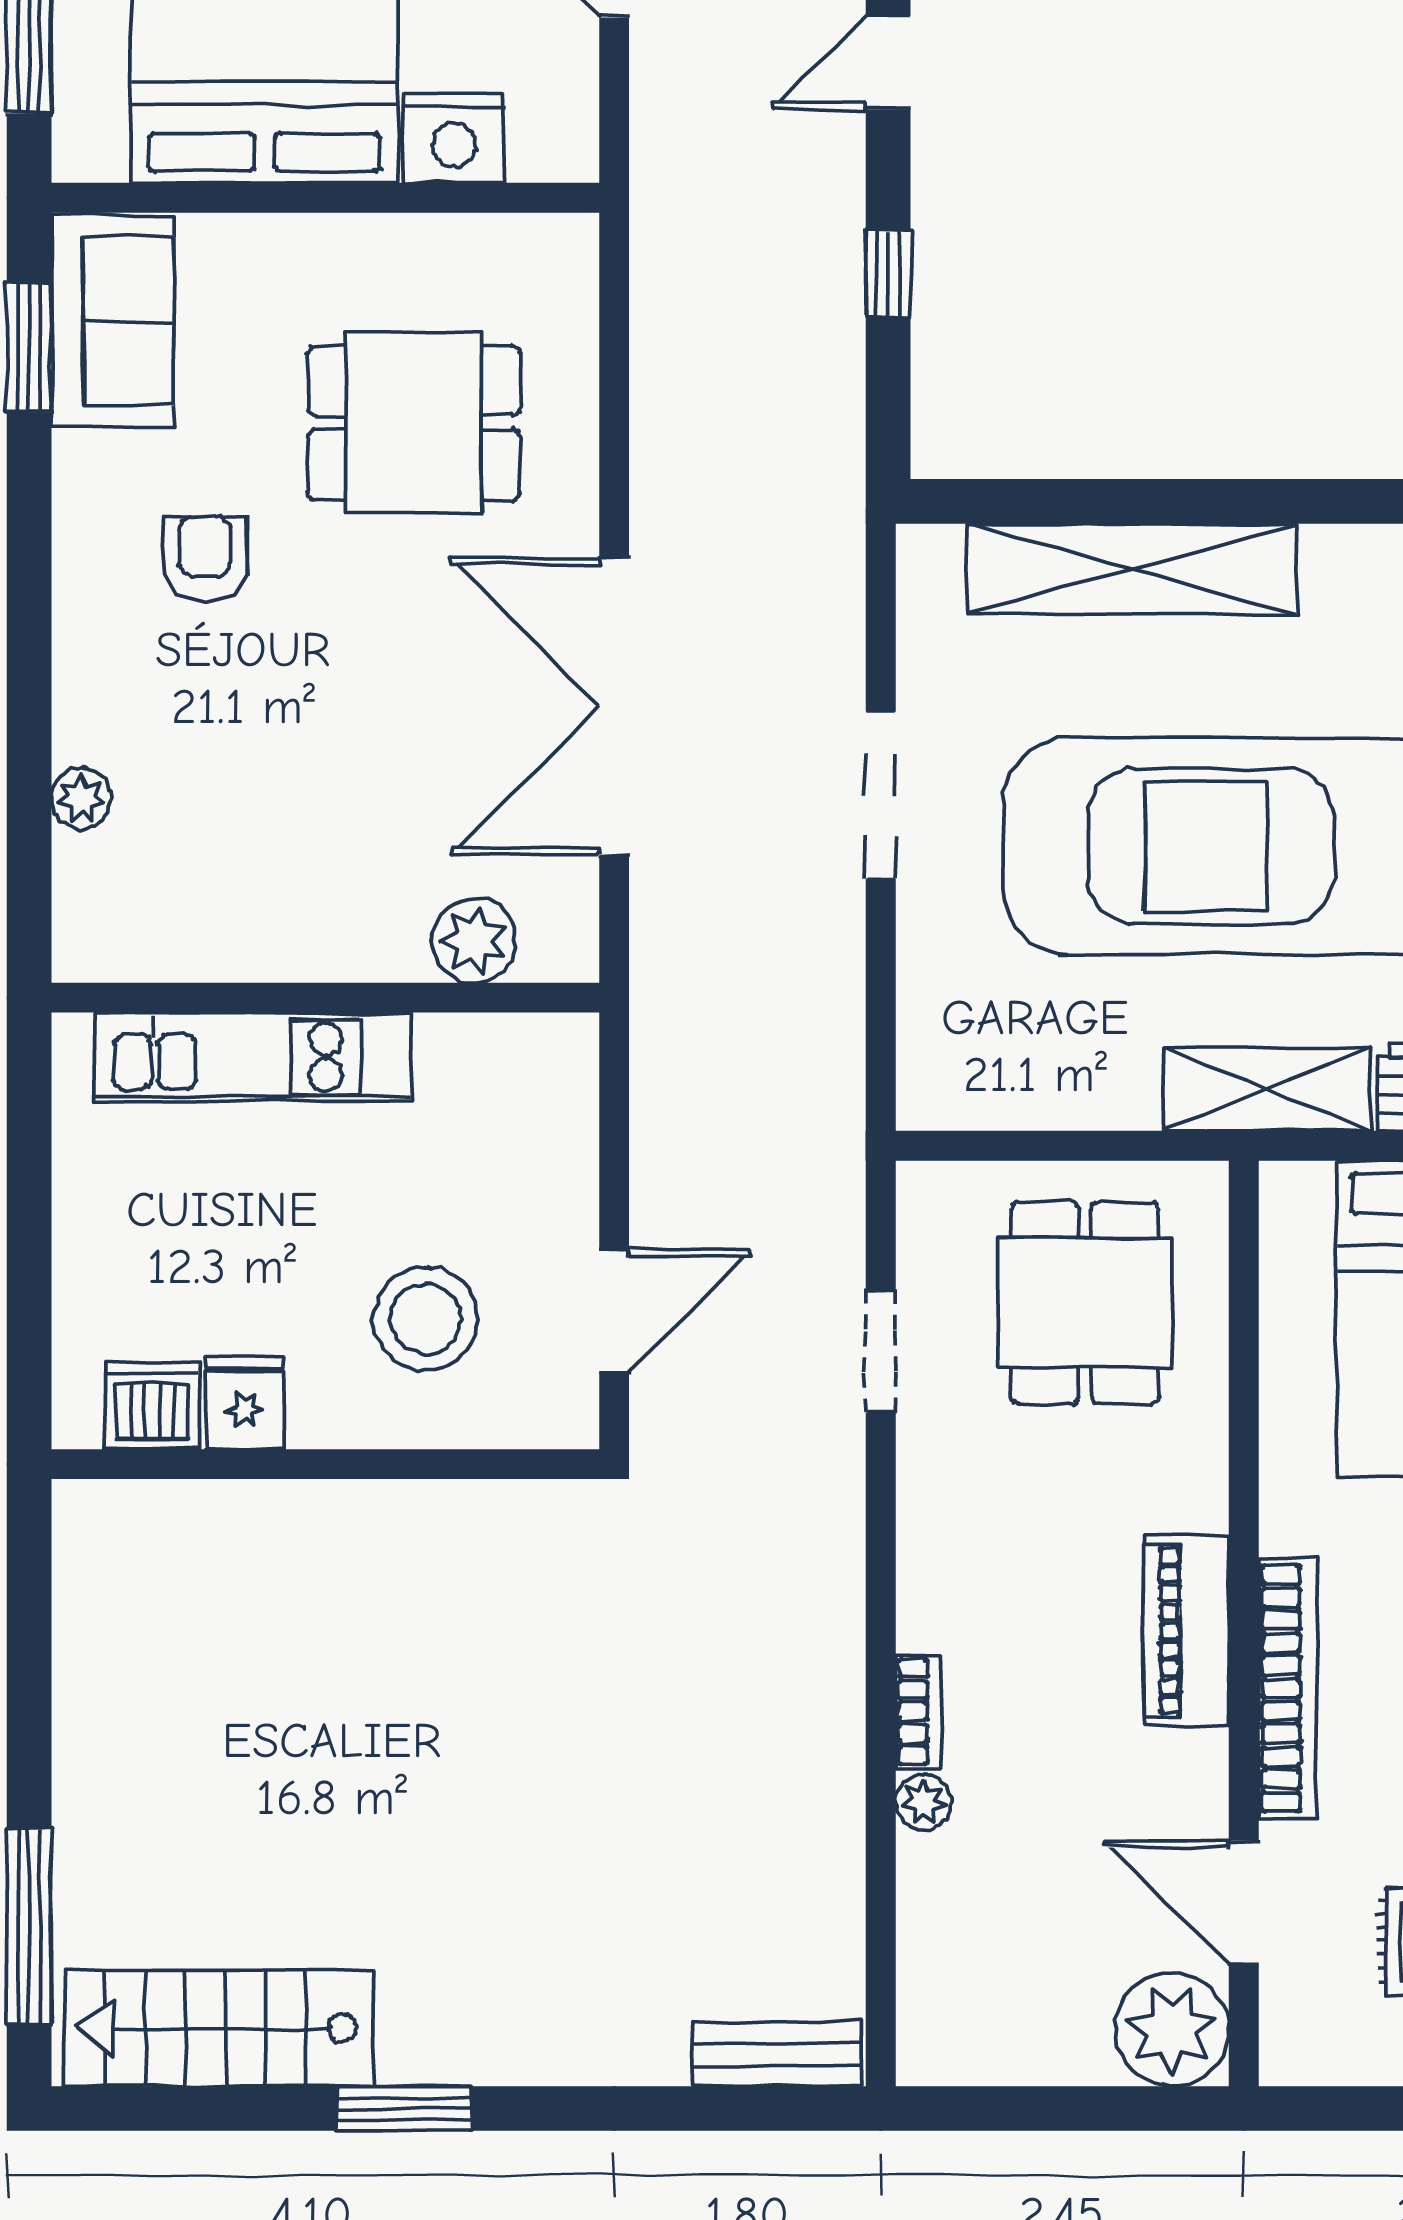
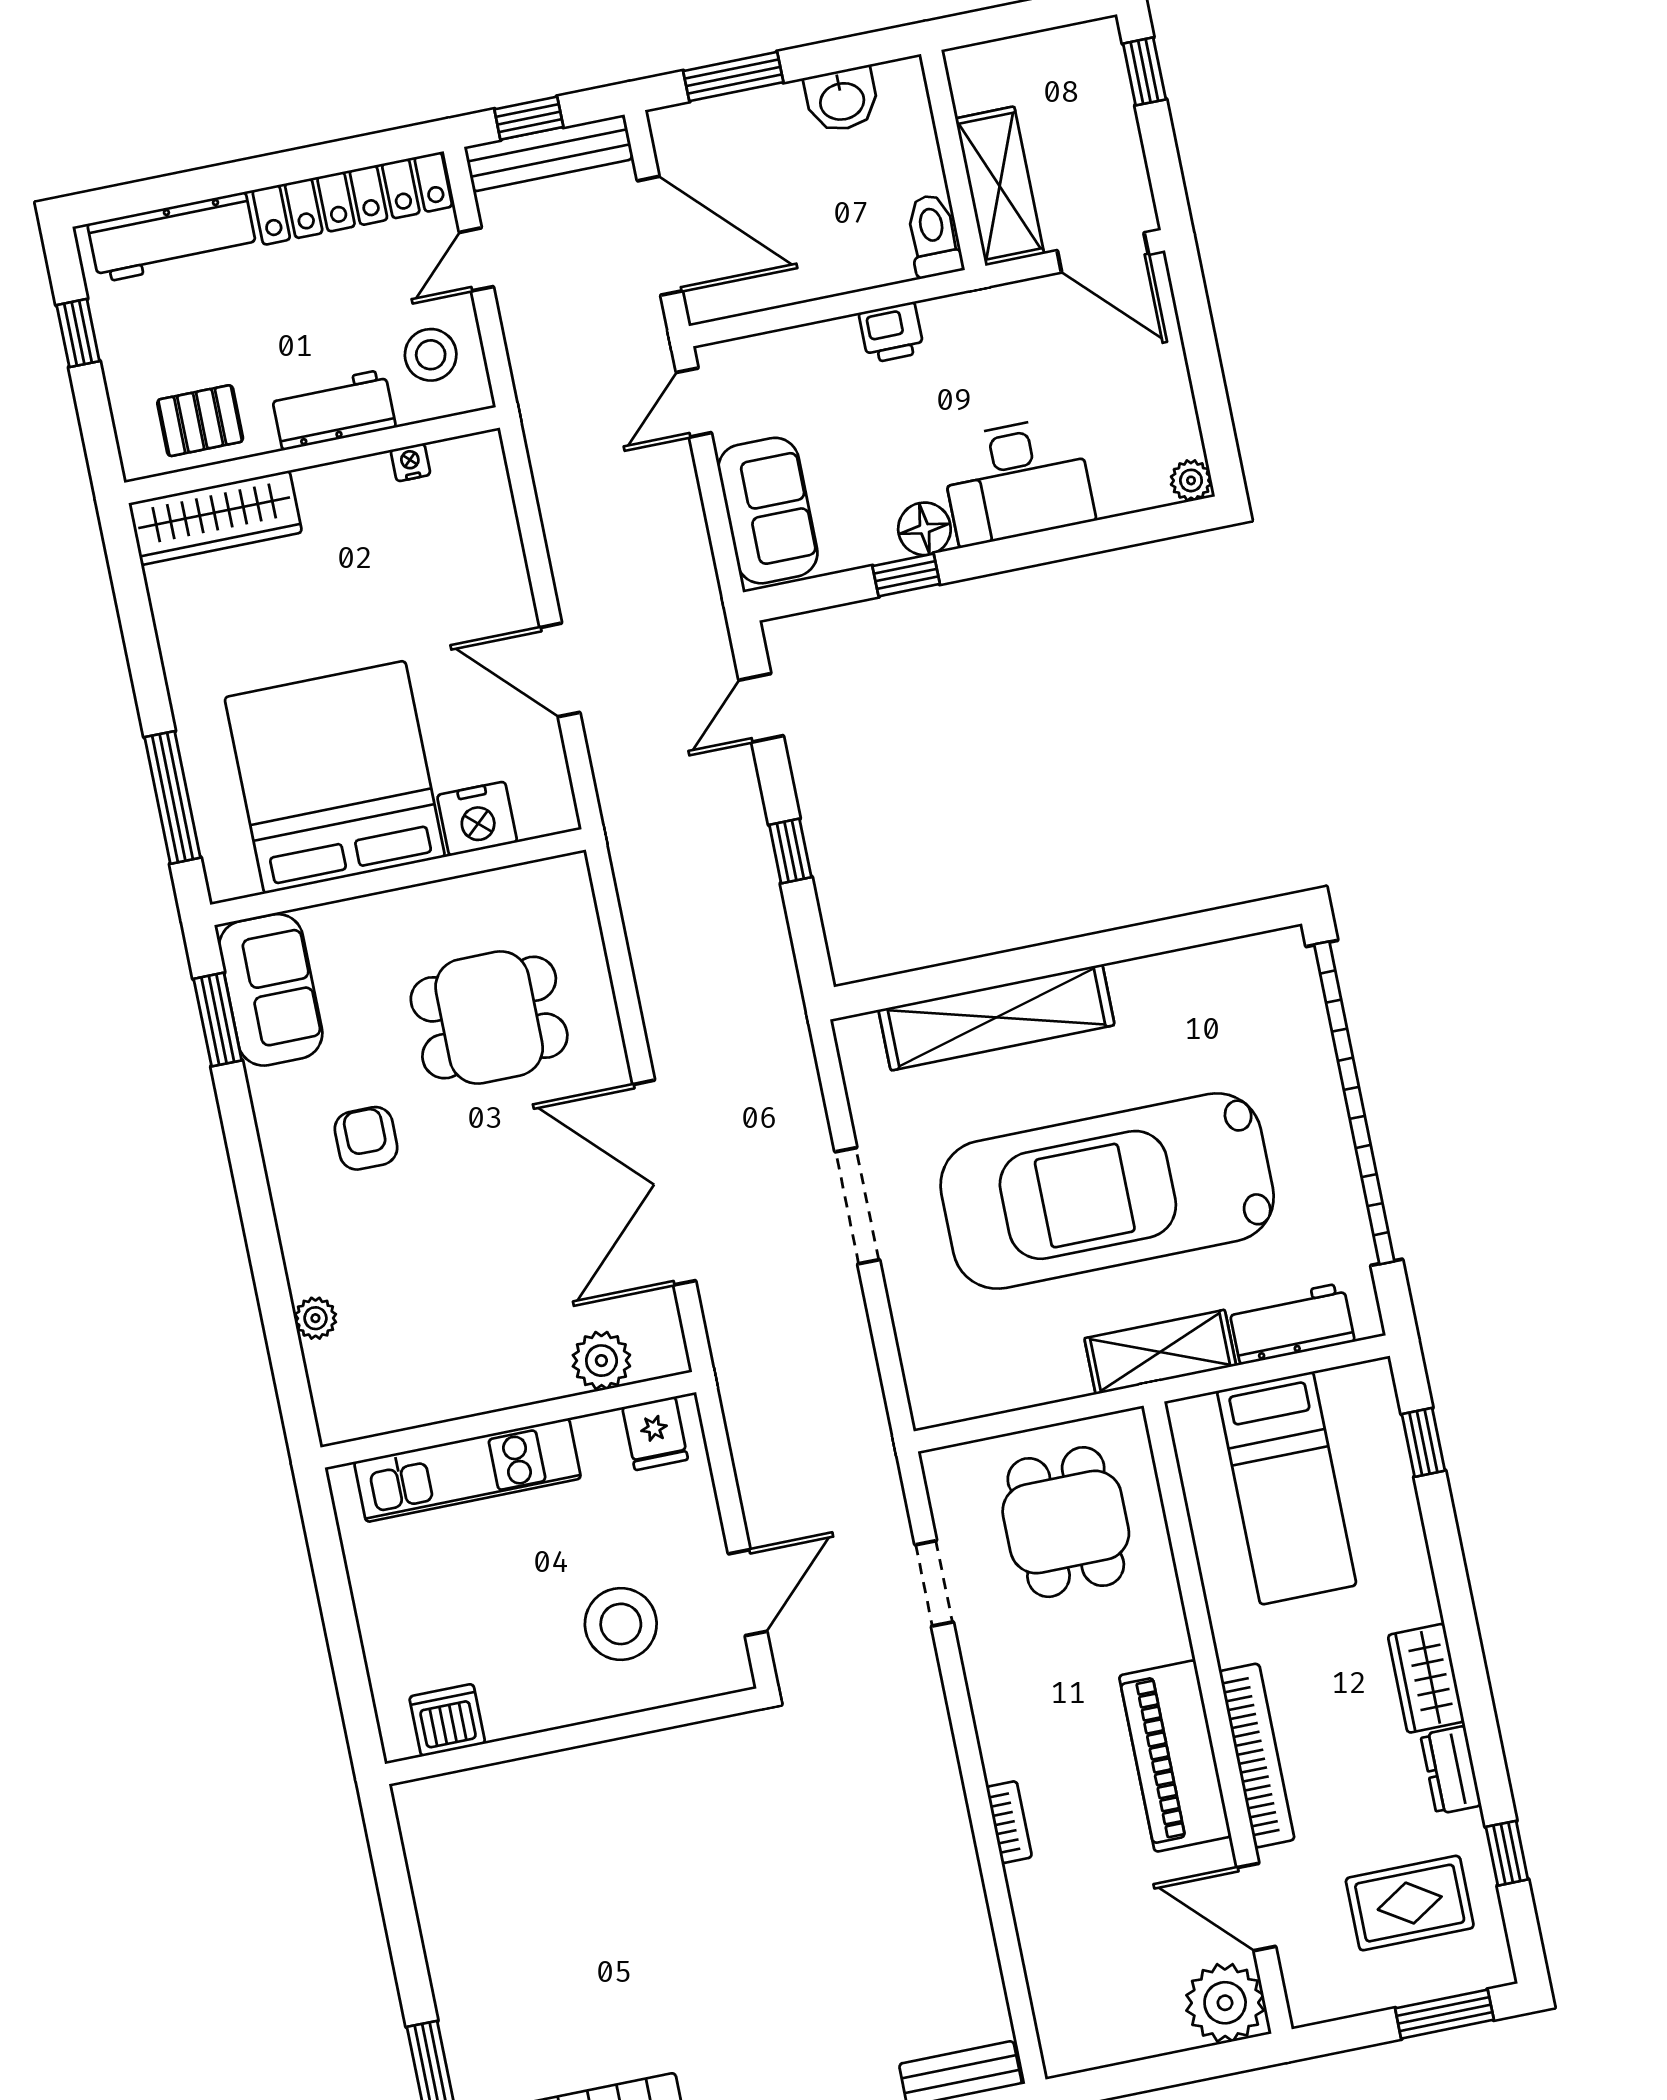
fridge: (245, 1403) -> (655, 1433), moved, turned 180
piano: (1186, 1631) -> (1175, 1756), width x1.37, depth x1.33
plant: (924, 1802) -> (1025, 1883), removed

